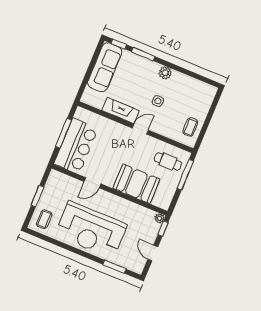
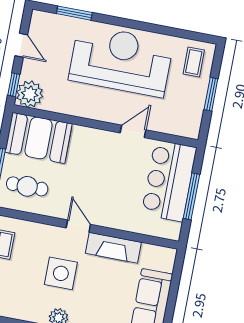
side table: (158, 101) -> (61, 273), width x1.87, depth x1.87
door: (140, 129) -> (78, 226), swing flipped
booth: (136, 184) -> (38, 138), moved
plant: (159, 218) -> (30, 94), width x1.88, depth x1.88

